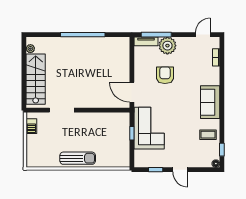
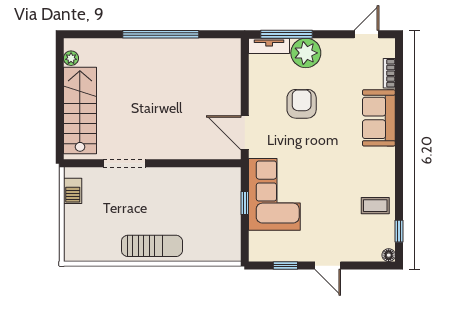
sofa: (210, 102) -> (379, 118), moved

